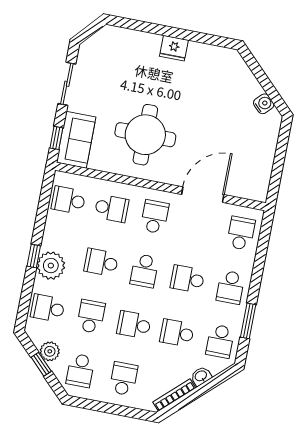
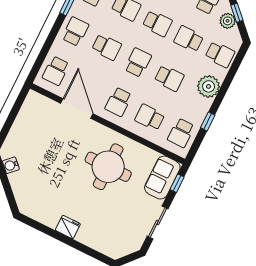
door: (203, 195) -> (77, 109), swing flipped
school desk: (68, 200) -> (181, 133), turned 90
window: (34, 256) -> (208, 121), moved
school desk: (91, 316) -> (189, 39), turned 90

